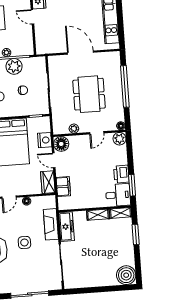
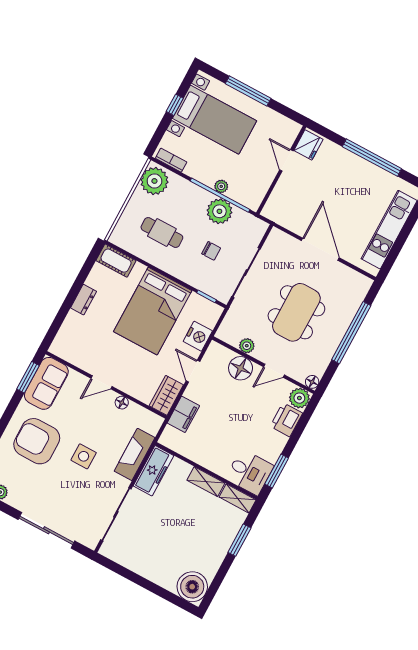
floor lamp: (61, 144) -> (241, 368), moved
printer: (121, 174) -> (286, 420), moved

